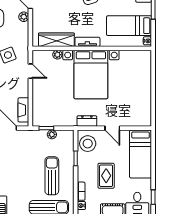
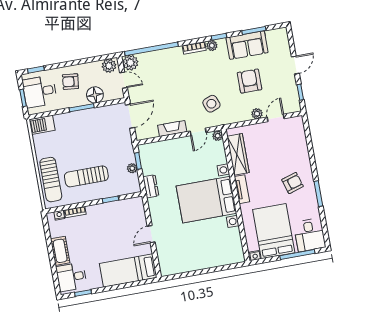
bed: (129, 26) -> (274, 231), width x1.50
plant: (57, 55) -> (218, 136), moved
fireplace: (23, 110) -> (172, 128), moved
dresser: (87, 121) -> (151, 186), moved
stool: (88, 144) -> (129, 210), removed
sun lounger: (52, 176) -> (86, 176), turned 180
rug: (106, 176) -> (97, 237), removed

